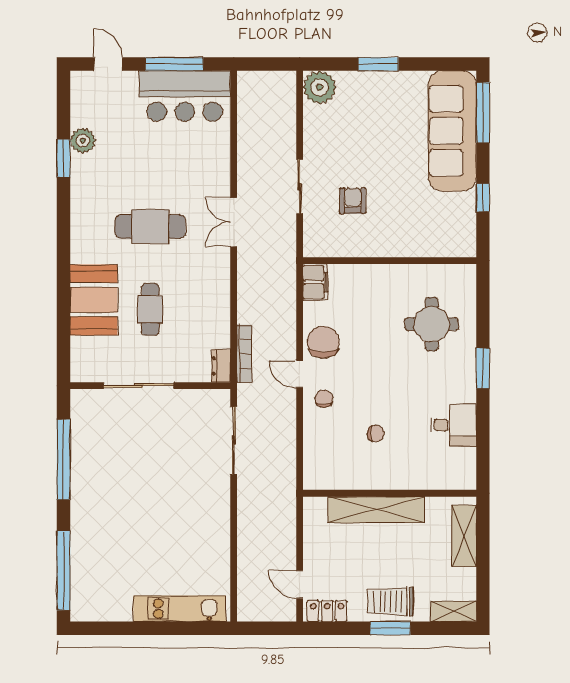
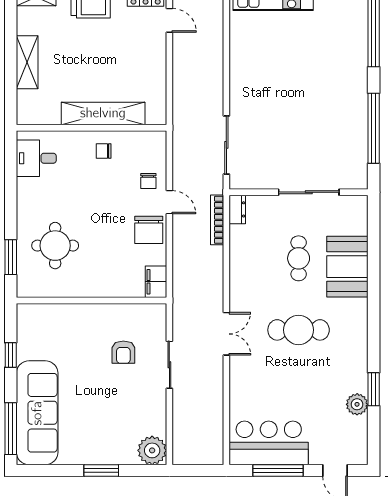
window: (483, 368) -> (11, 257), moved
wall: (390, 493) -> (92, 128), moved
shelving: (376, 510) -> (103, 113), moved

